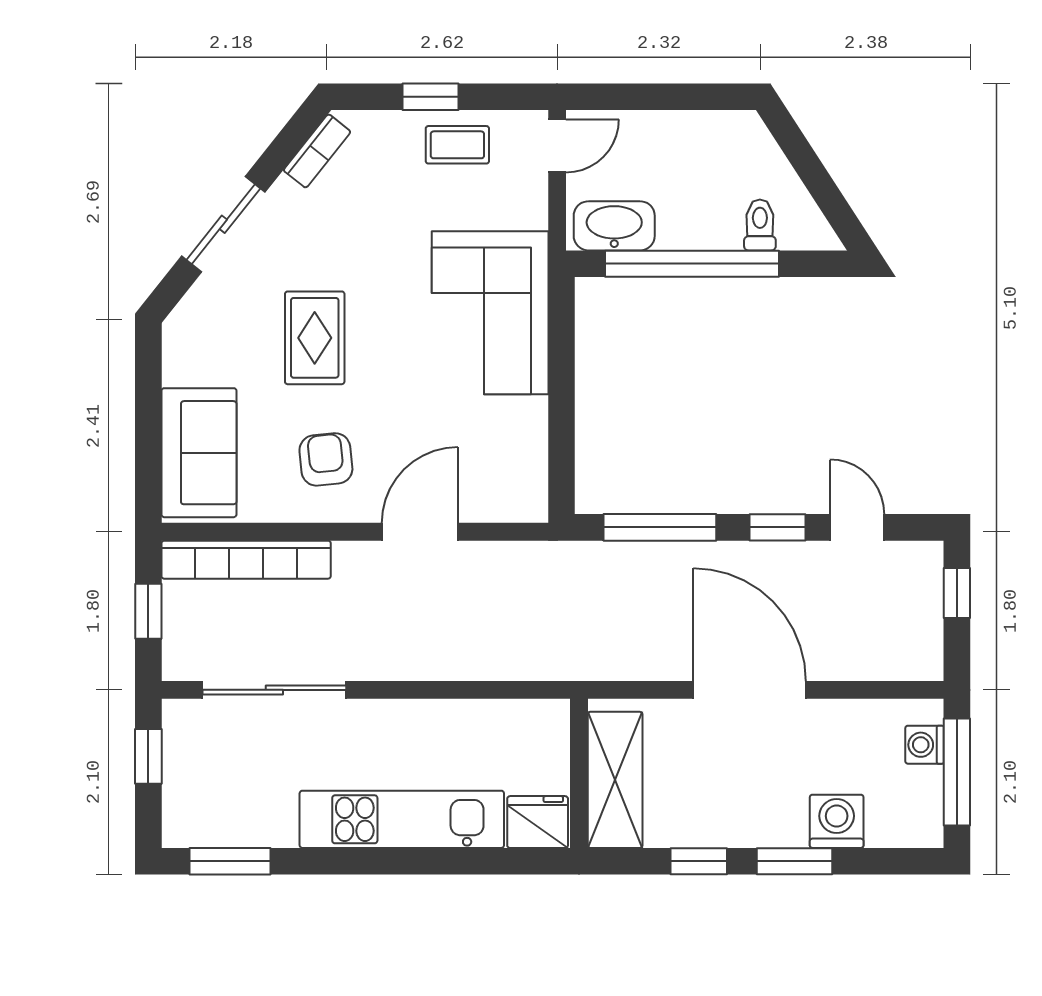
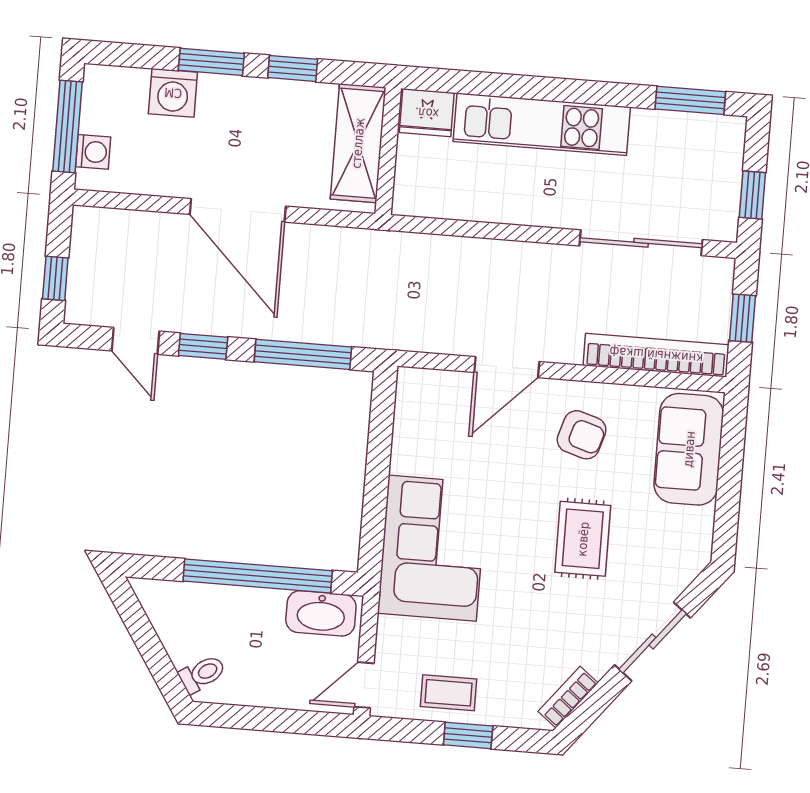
toilet: (760, 225) -> (202, 674), moved, turned -123
armchair: (326, 459) -> (582, 435), turned -67

